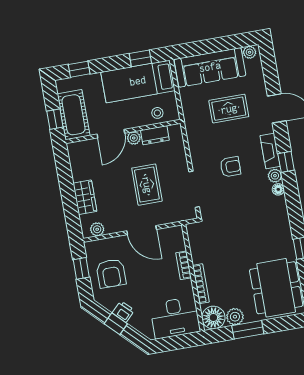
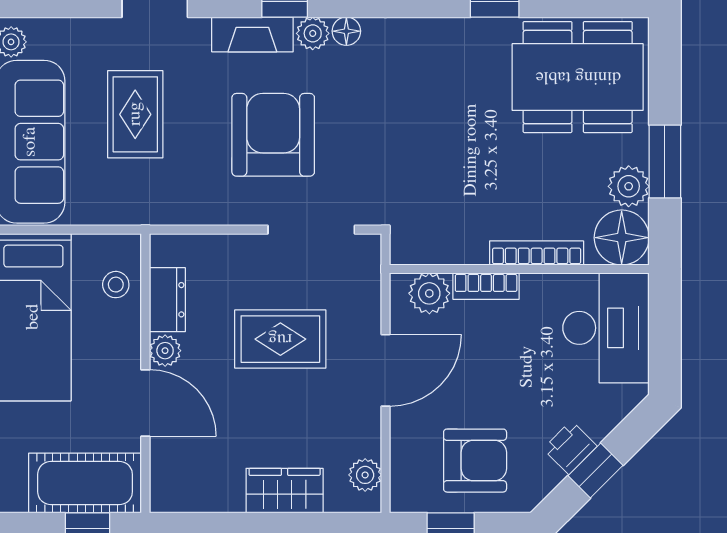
armchair: (230, 167) -> (273, 135), width x1.88, depth x1.88
plant: (176, 242) -> (429, 293), added

